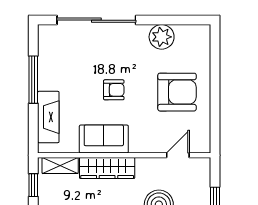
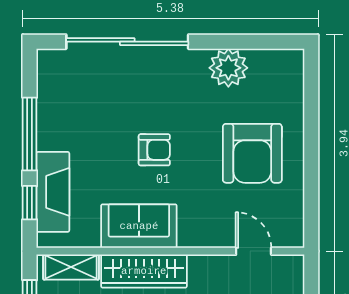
armchair: (177, 92) -> (252, 153), turned 90
window: (33, 124) -> (30, 203), added
door: (178, 155) -> (254, 251), hinge flipped

